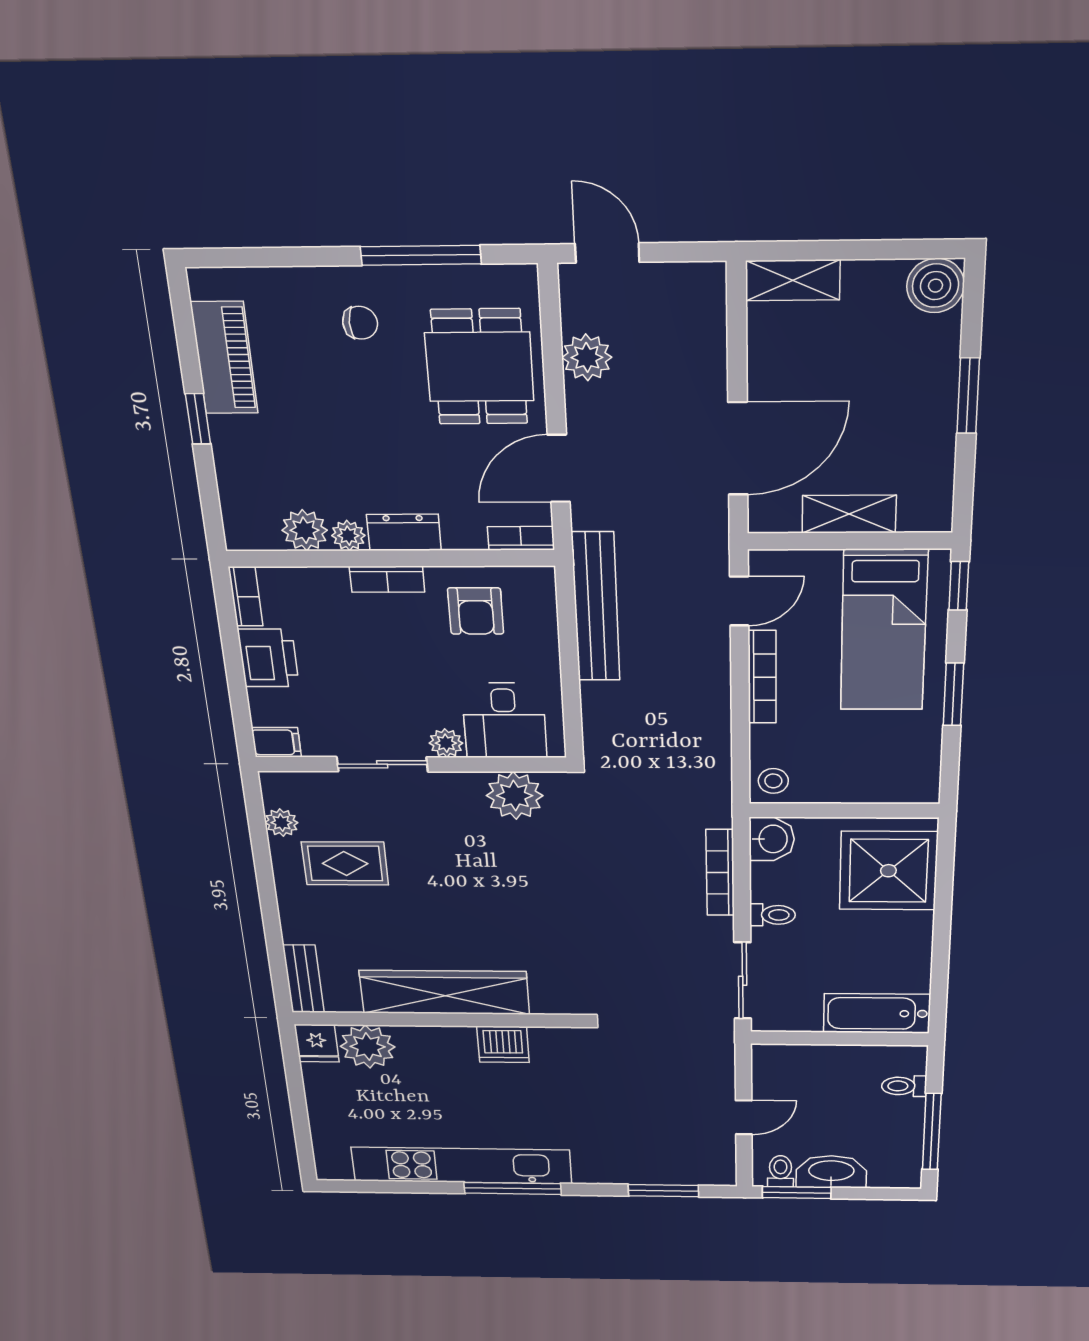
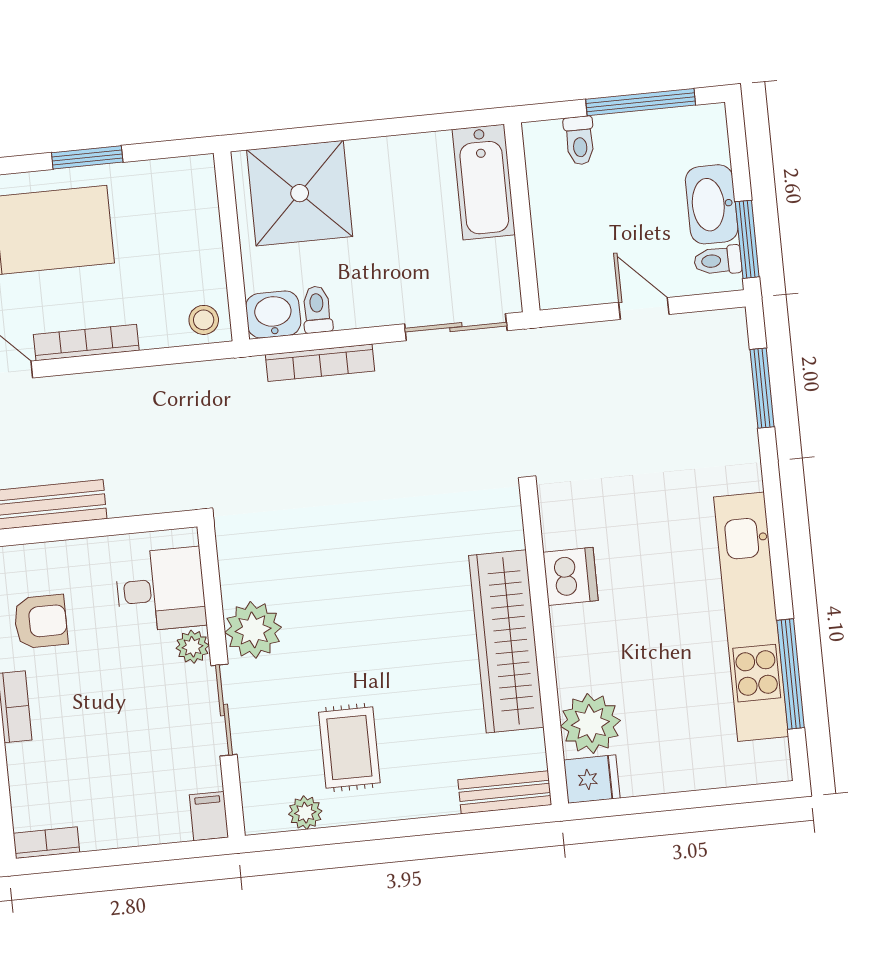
printer: (268, 658) -> (112, 822), removed
plant: (515, 796) -> (253, 630), moved
toilet: (773, 915) -> (317, 309), moved
window: (513, 1188) -> (791, 674), moved

